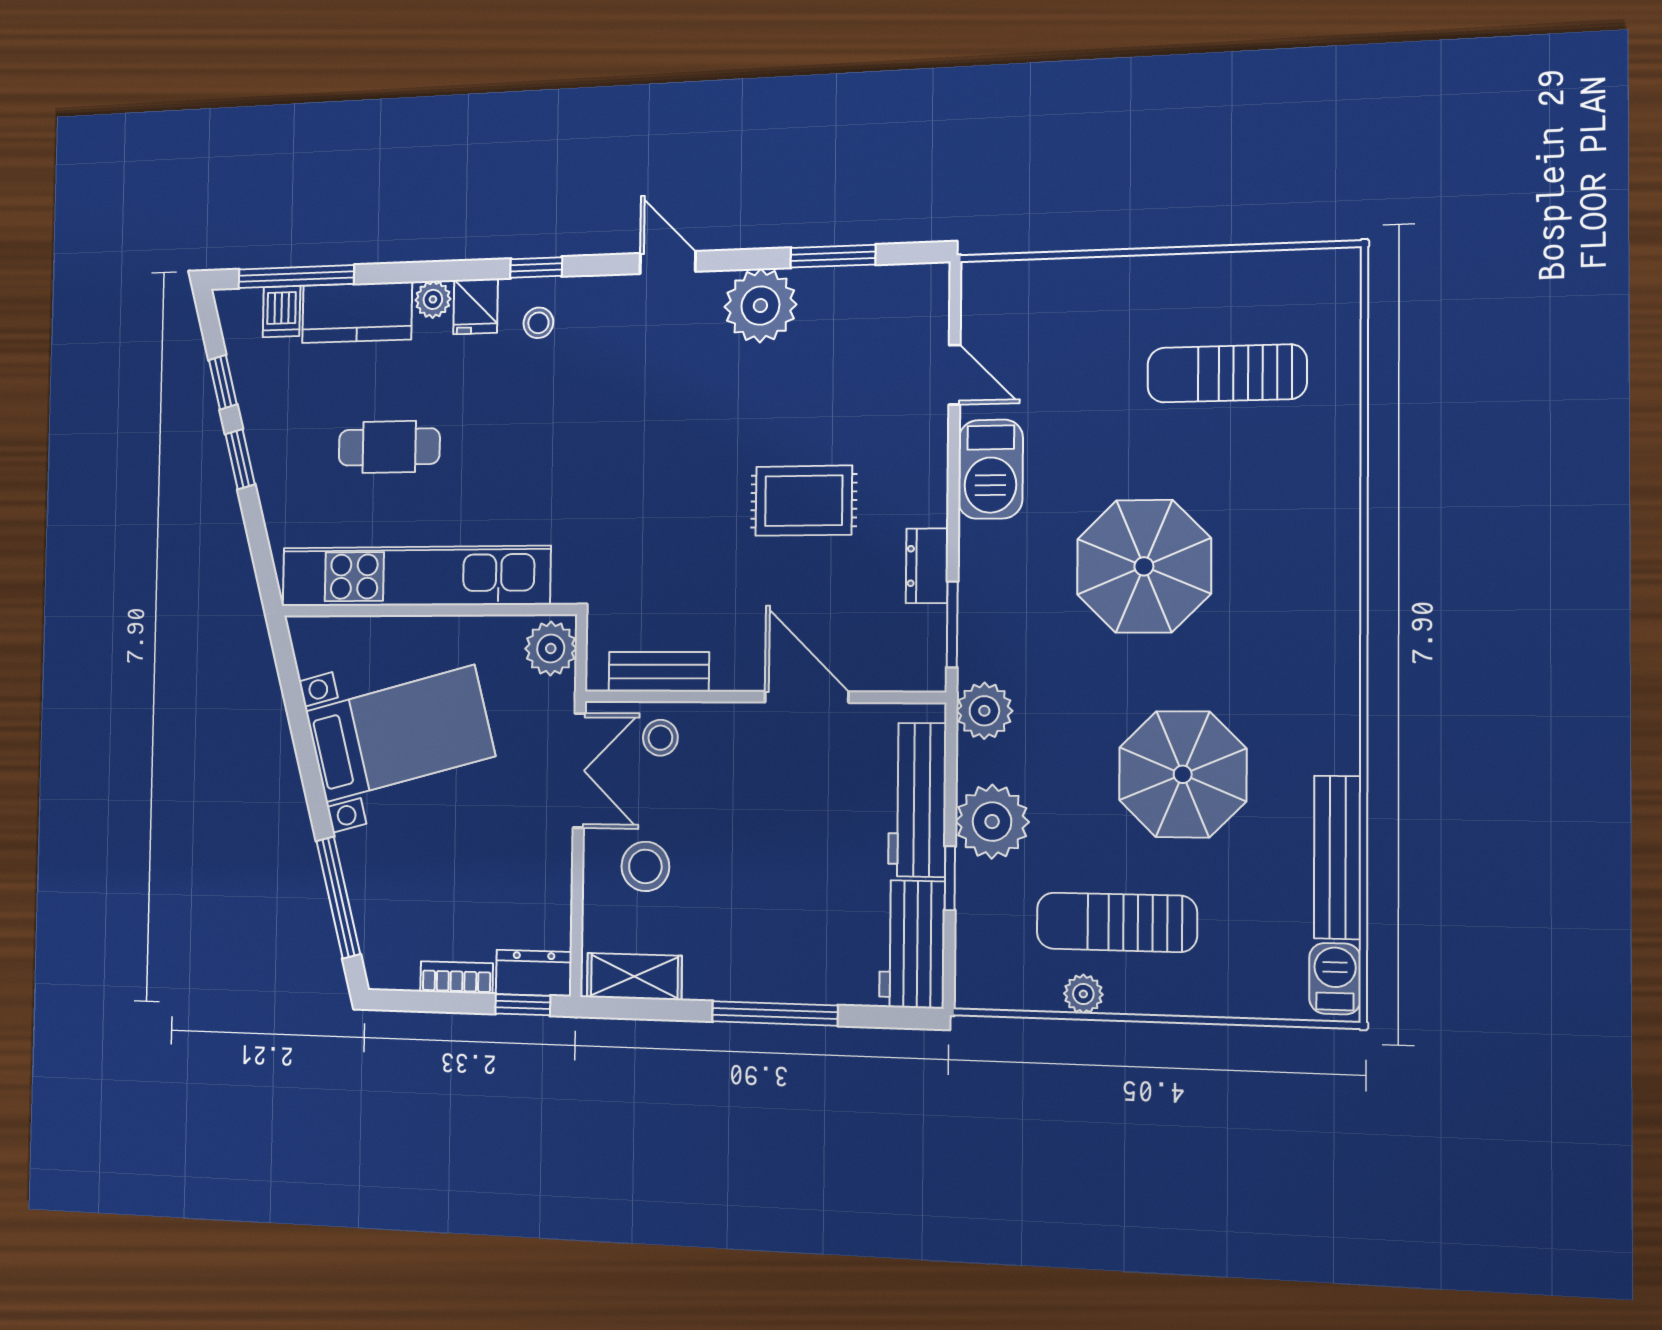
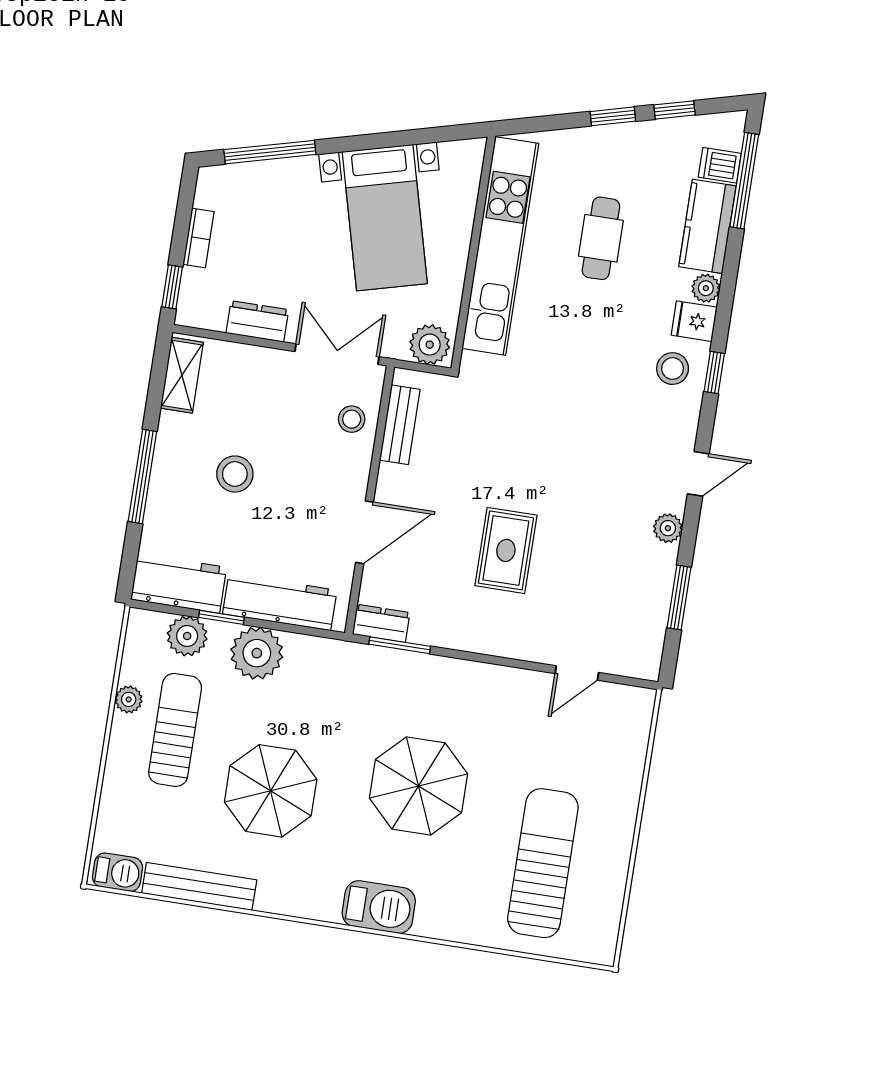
plant: (760, 306) -> (668, 528), width x0.53, depth x0.53
stool: (538, 323) -> (673, 369), width x1.37, depth x1.37
sun lounger: (1227, 373) -> (543, 863), width x1.36, depth x1.34
barbecue: (991, 469) -> (379, 907), moved, turned 180
dresser: (927, 566) -> (381, 623), moved
plant: (984, 711) -> (187, 636), moved
double door: (579, 770) -> (337, 354), swing flipped
stool: (645, 866) -> (235, 474), moved
dresser: (534, 973) -> (257, 321), moved, turned -90

